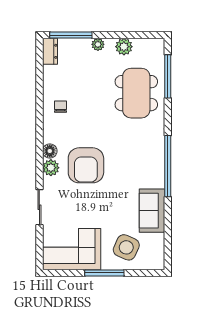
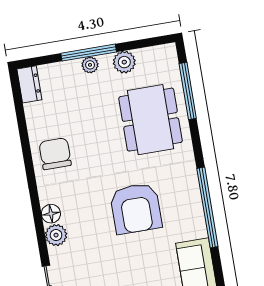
window: (71, 35) -> (89, 53), moved
chair: (60, 107) -> (55, 154), width x1.87, depth x1.87
armchair: (86, 165) -> (136, 208), moved

